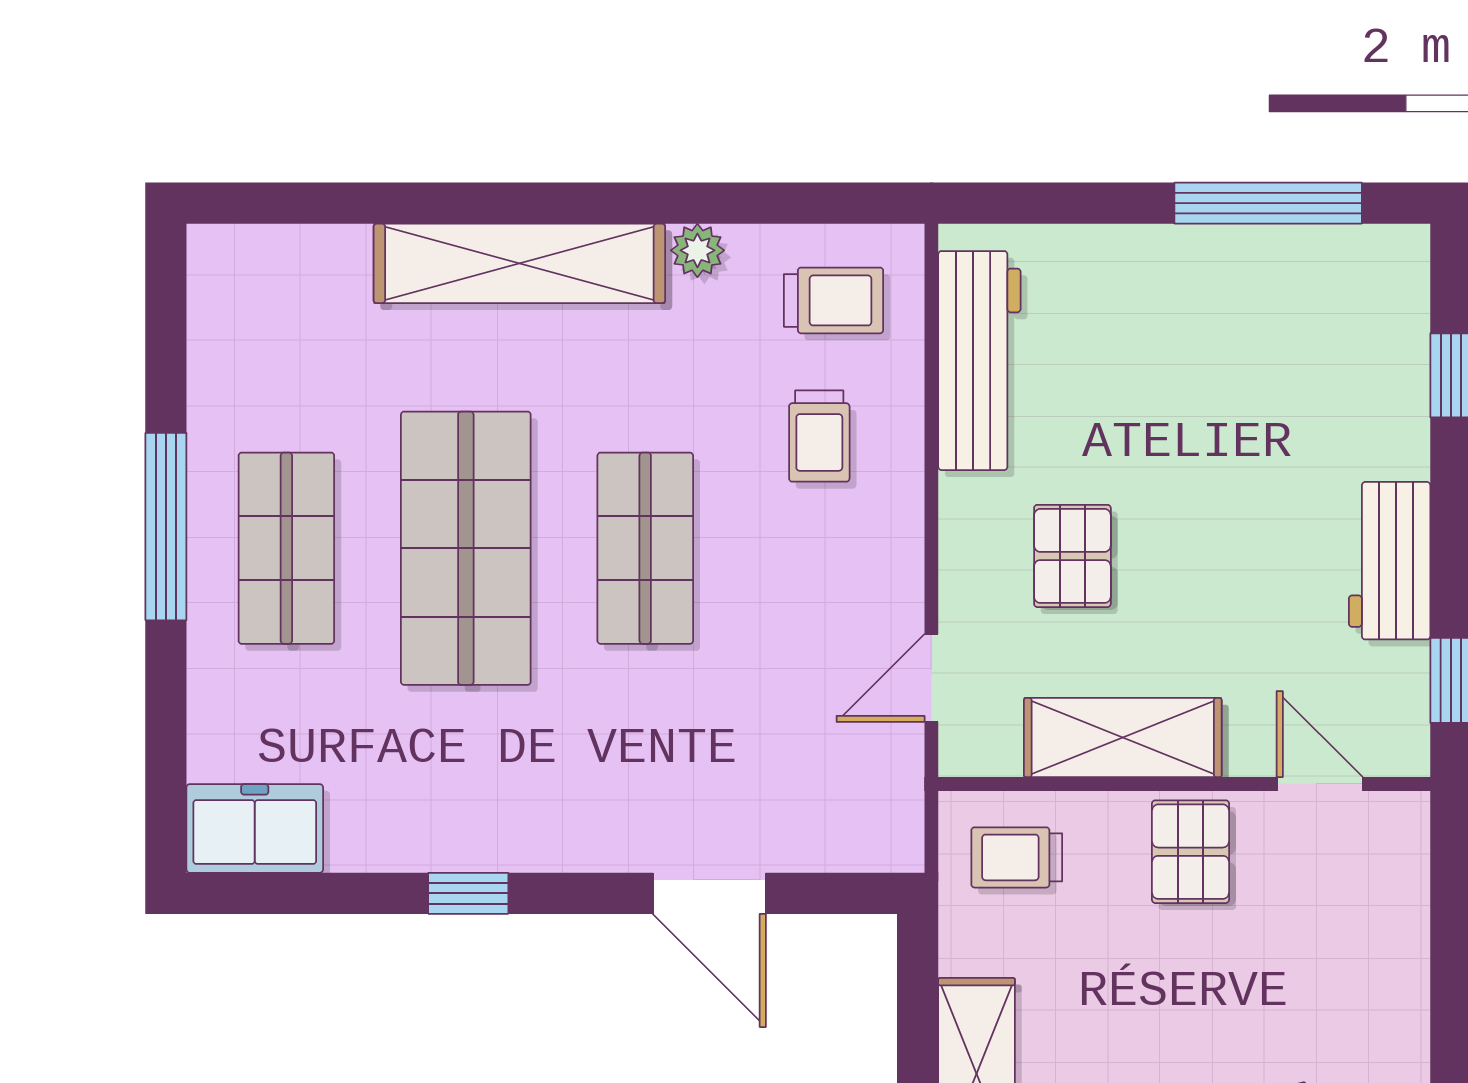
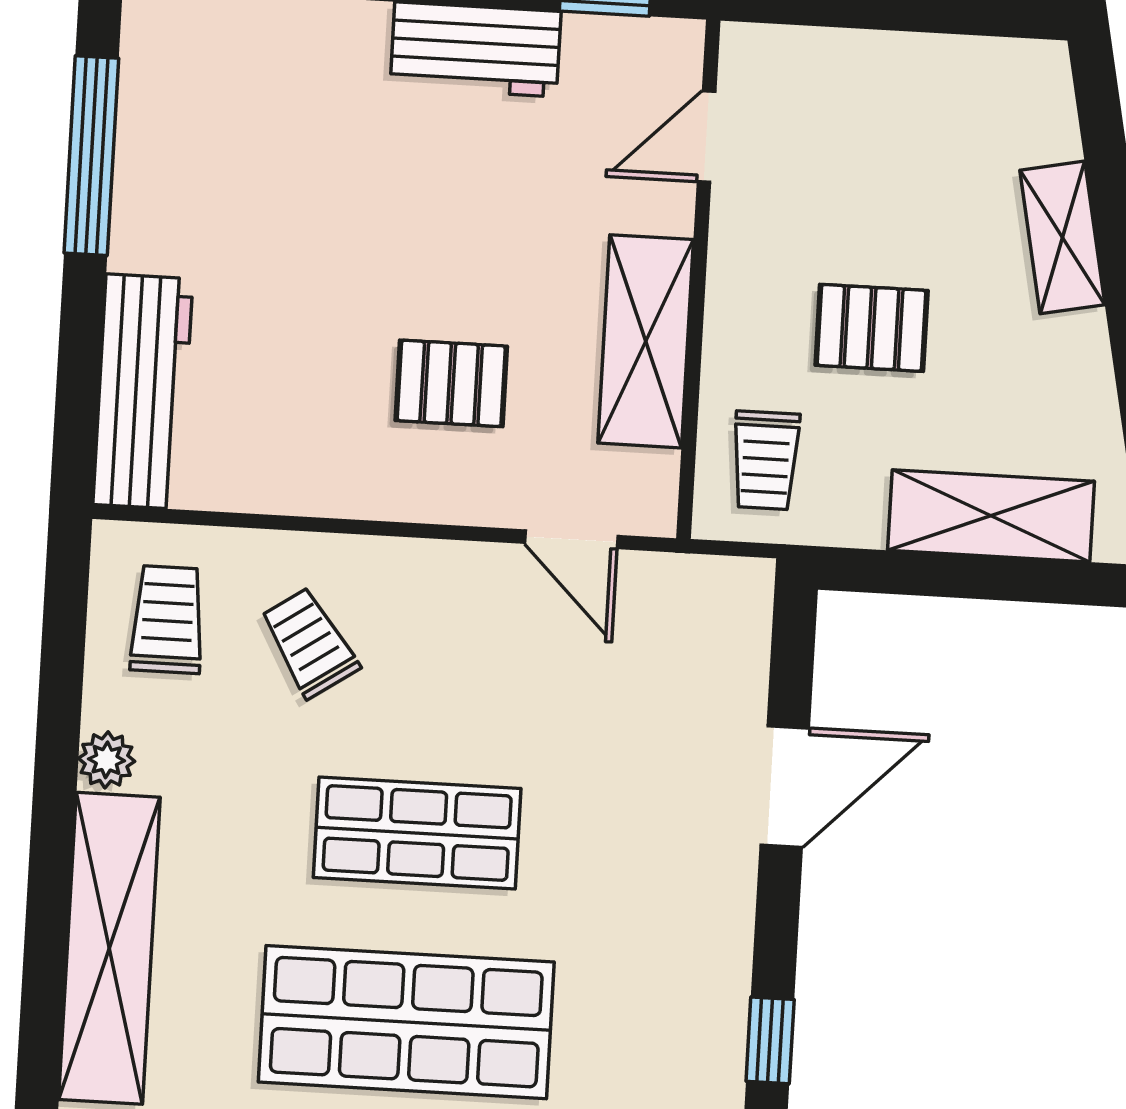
workbench: (979, 361) -> (143, 392), moved, turned 90
trolley: (819, 436) -> (310, 643), turned -124
pallet: (1191, 852) -> (872, 328), moved

